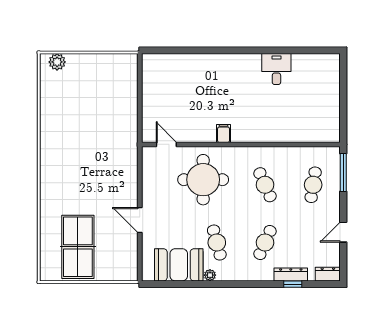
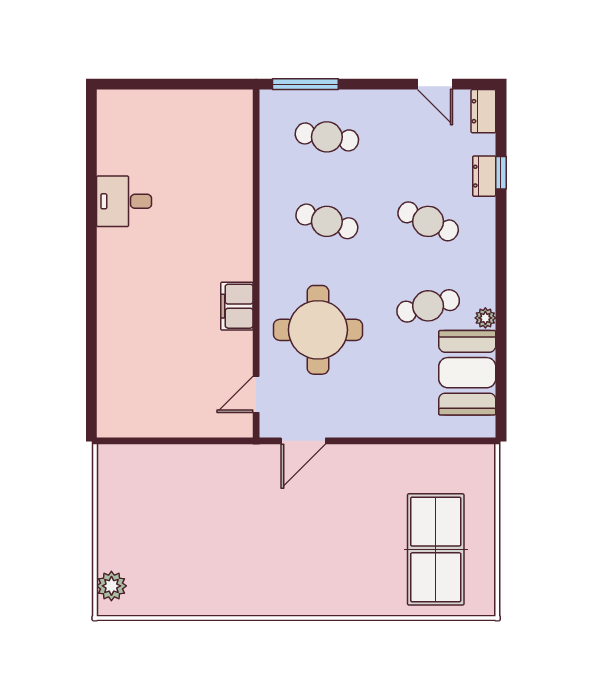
filing cabinet: (224, 133) -> (237, 306), width x2.00
cafe table: (265, 185) -> (327, 221), turned 42
door: (140, 220) -> (303, 441), moved
door: (343, 232) -> (435, 84), moved
table tennis table: (78, 247) -> (436, 549), turned 90
dresser: (291, 274) -> (484, 176), width x0.70

